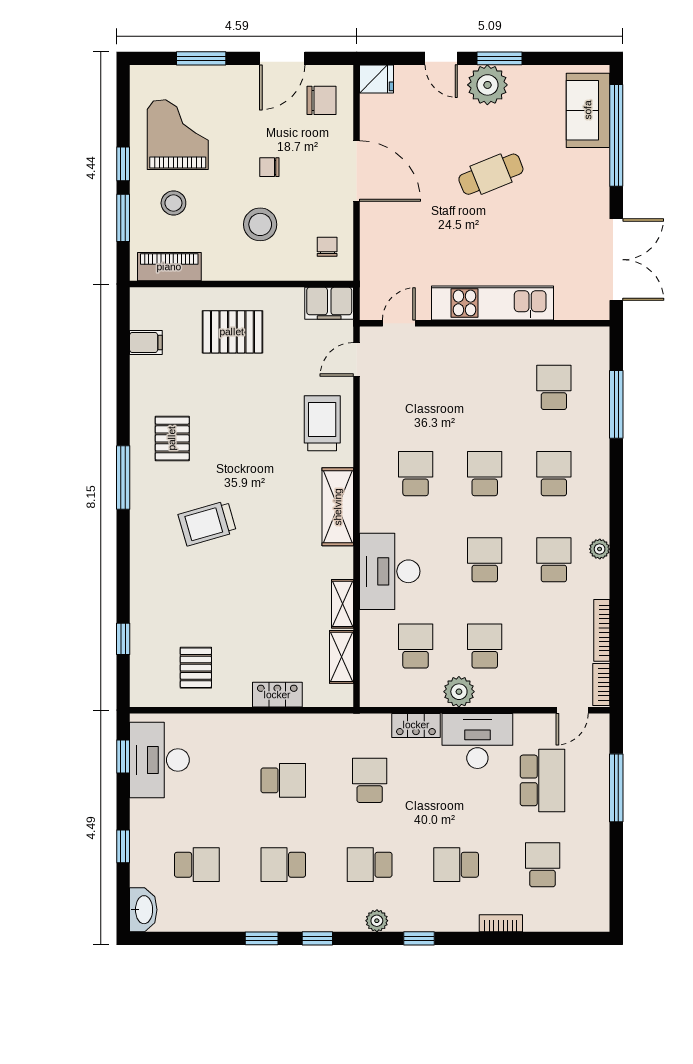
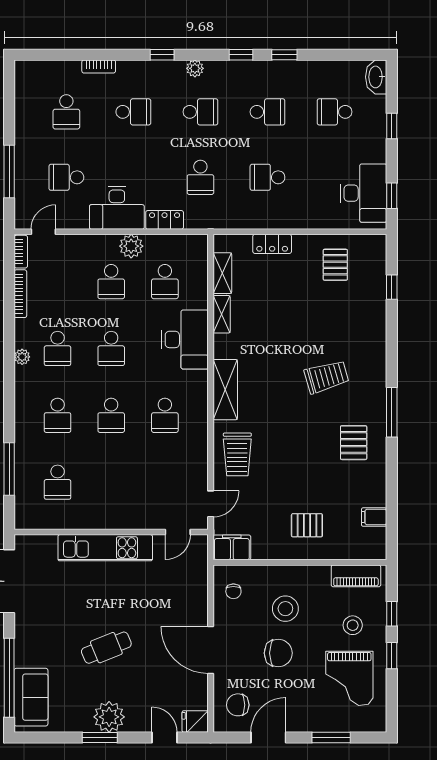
door: (441, 58) -> (165, 737), moved
chair: (269, 167) -> (278, 653), width x1.87, depth x1.87
window: (123, 218) -> (392, 614), width x0.67
pallet: (232, 332) -> (307, 525), width x0.67, depth x0.71
school desk: (543, 780) -> (66, 177), width x0.54

